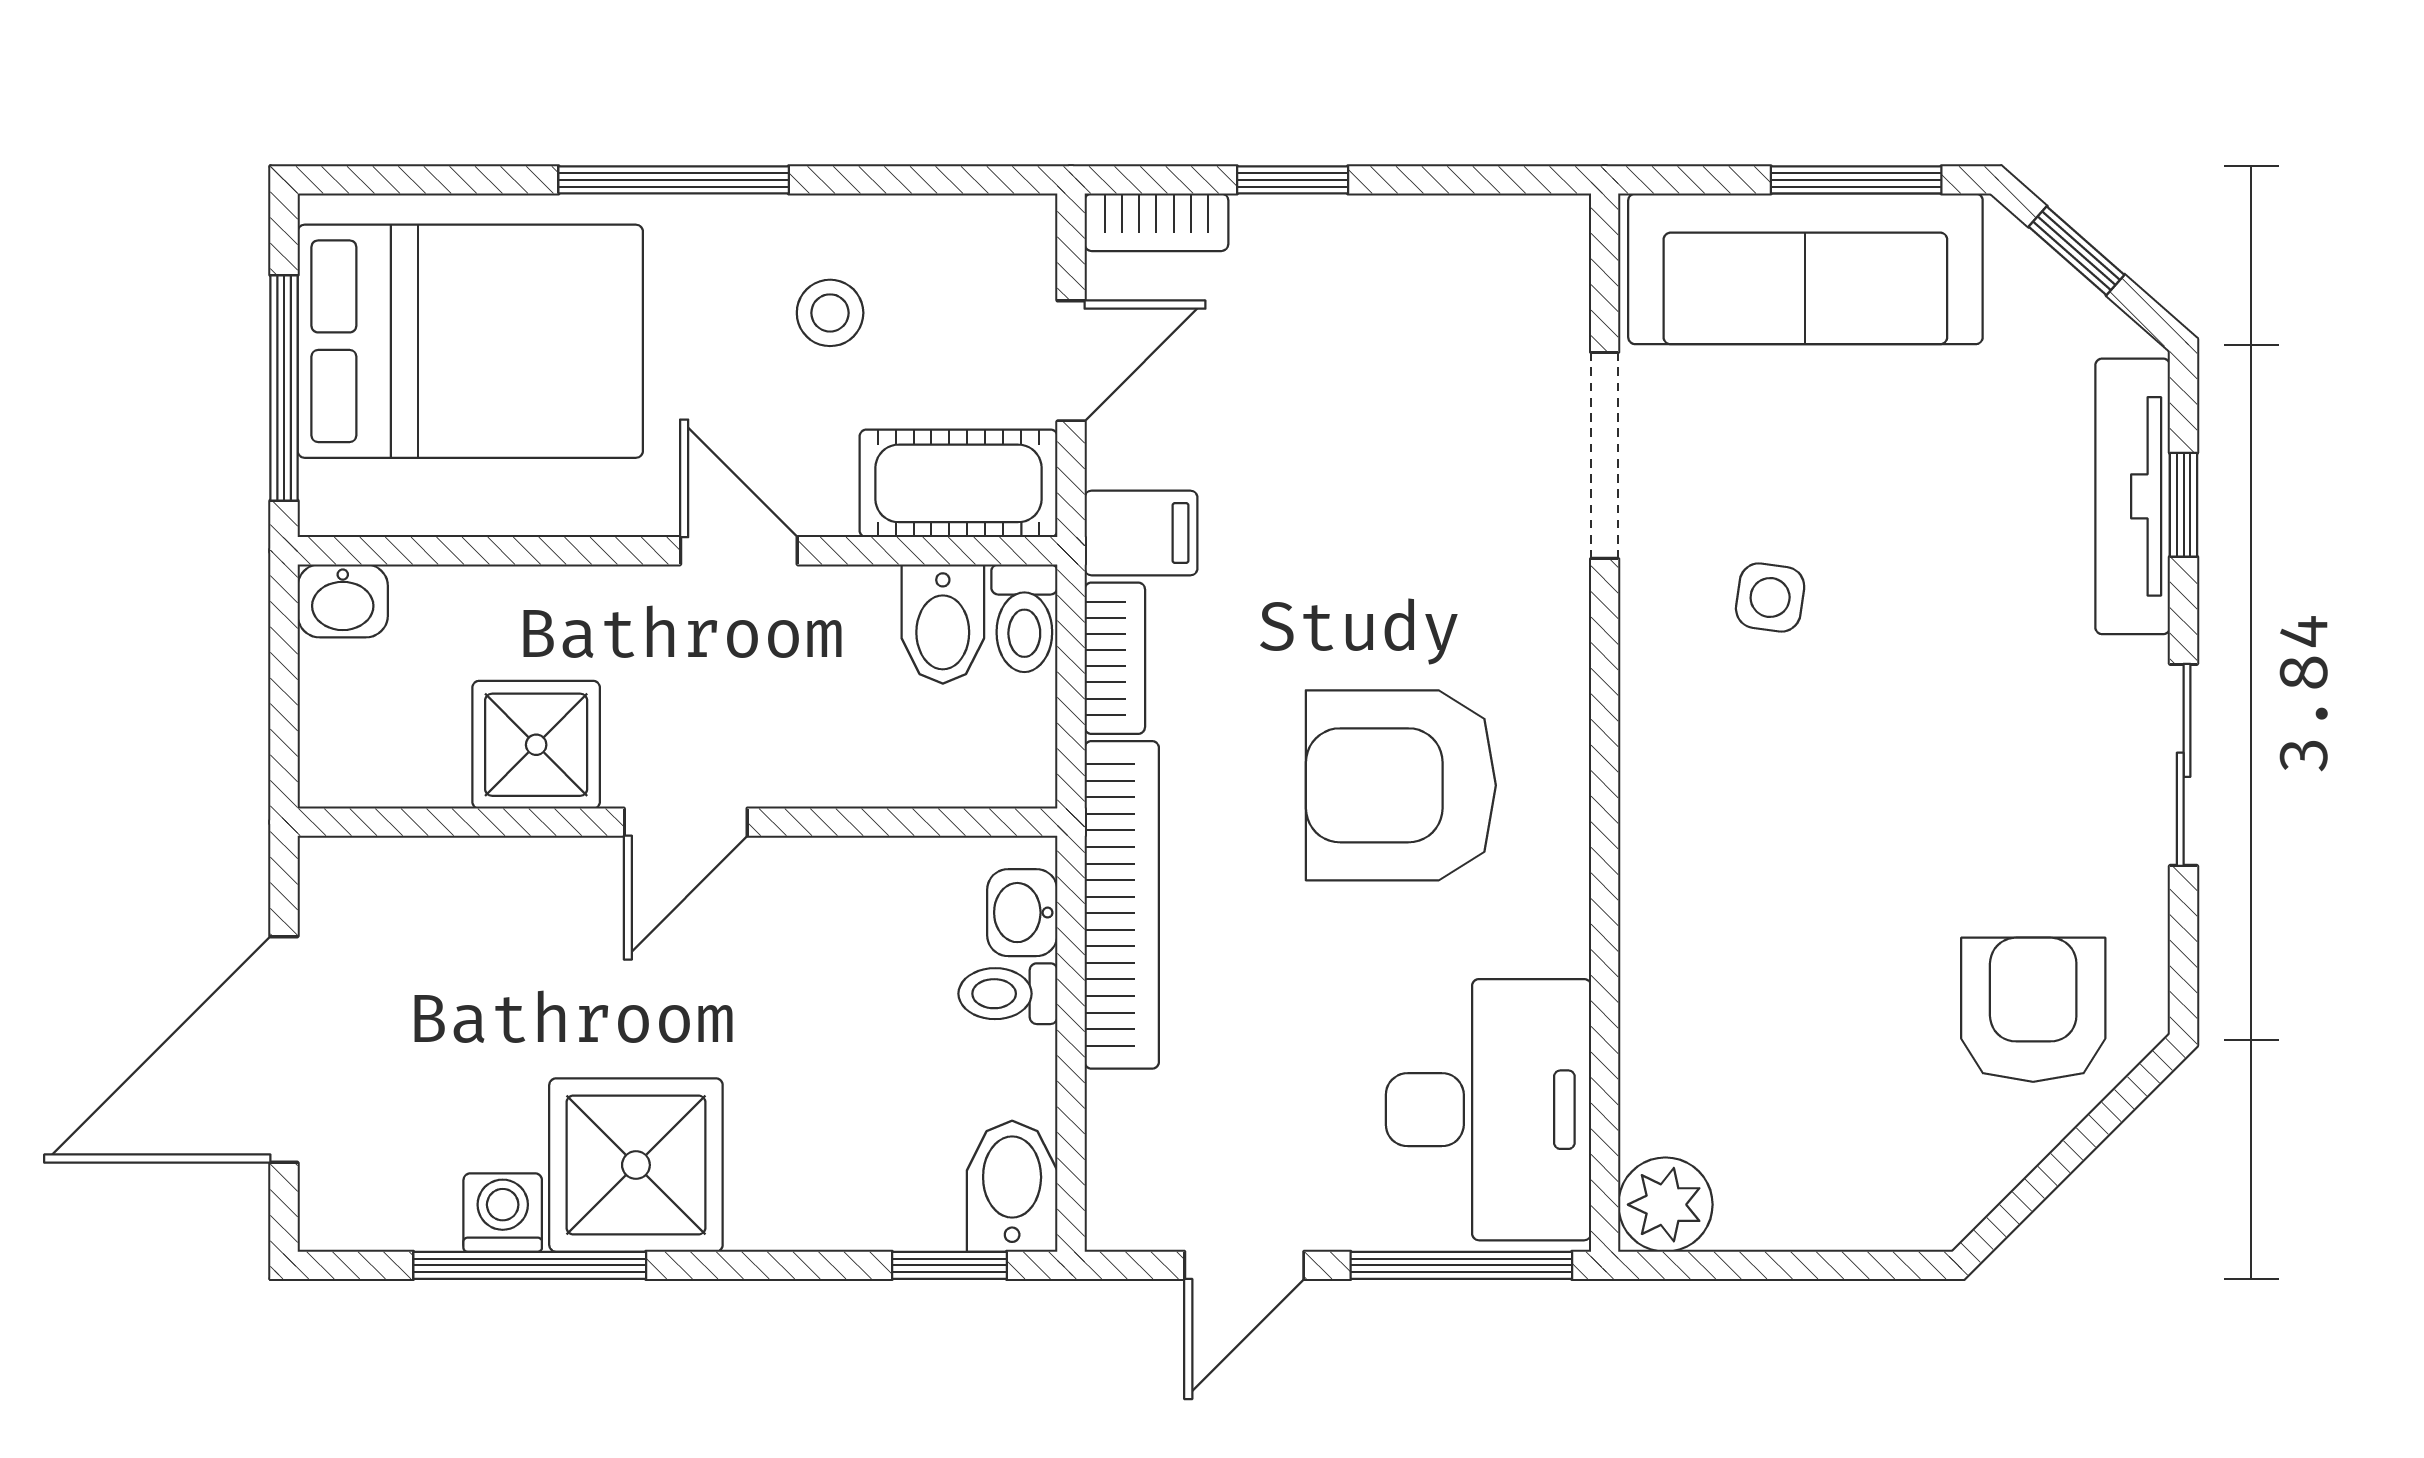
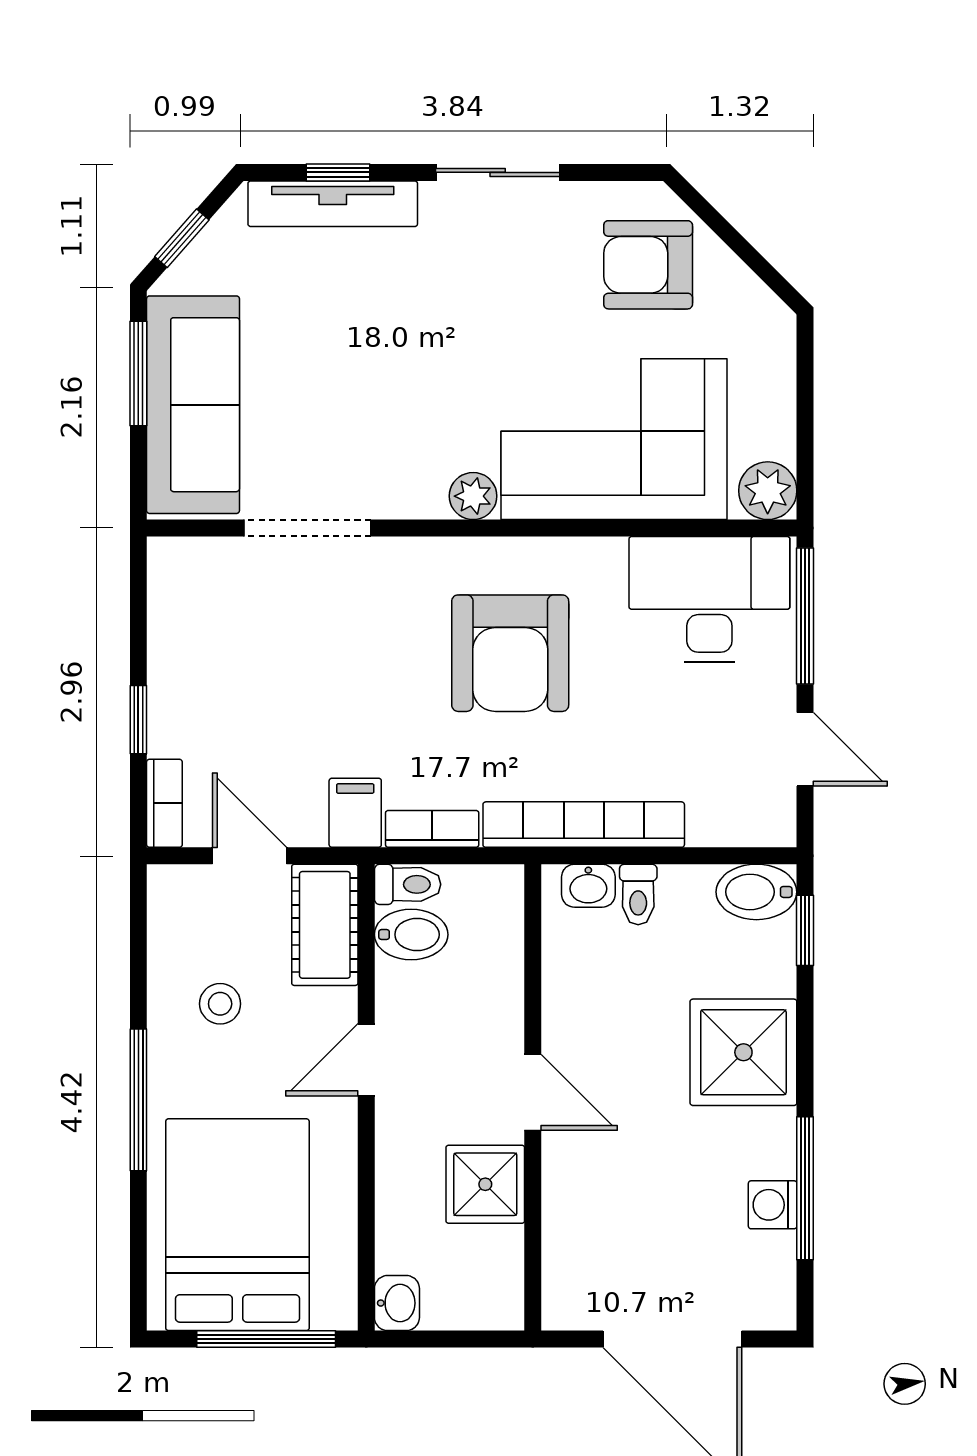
side table: (1770, 598) -> (395, 426), removed
plant: (1657, 725) -> (473, 496), added
corner sofa: (1749, 954) -> (614, 439), added
shower: (636, 1165) -> (743, 1052), moved

